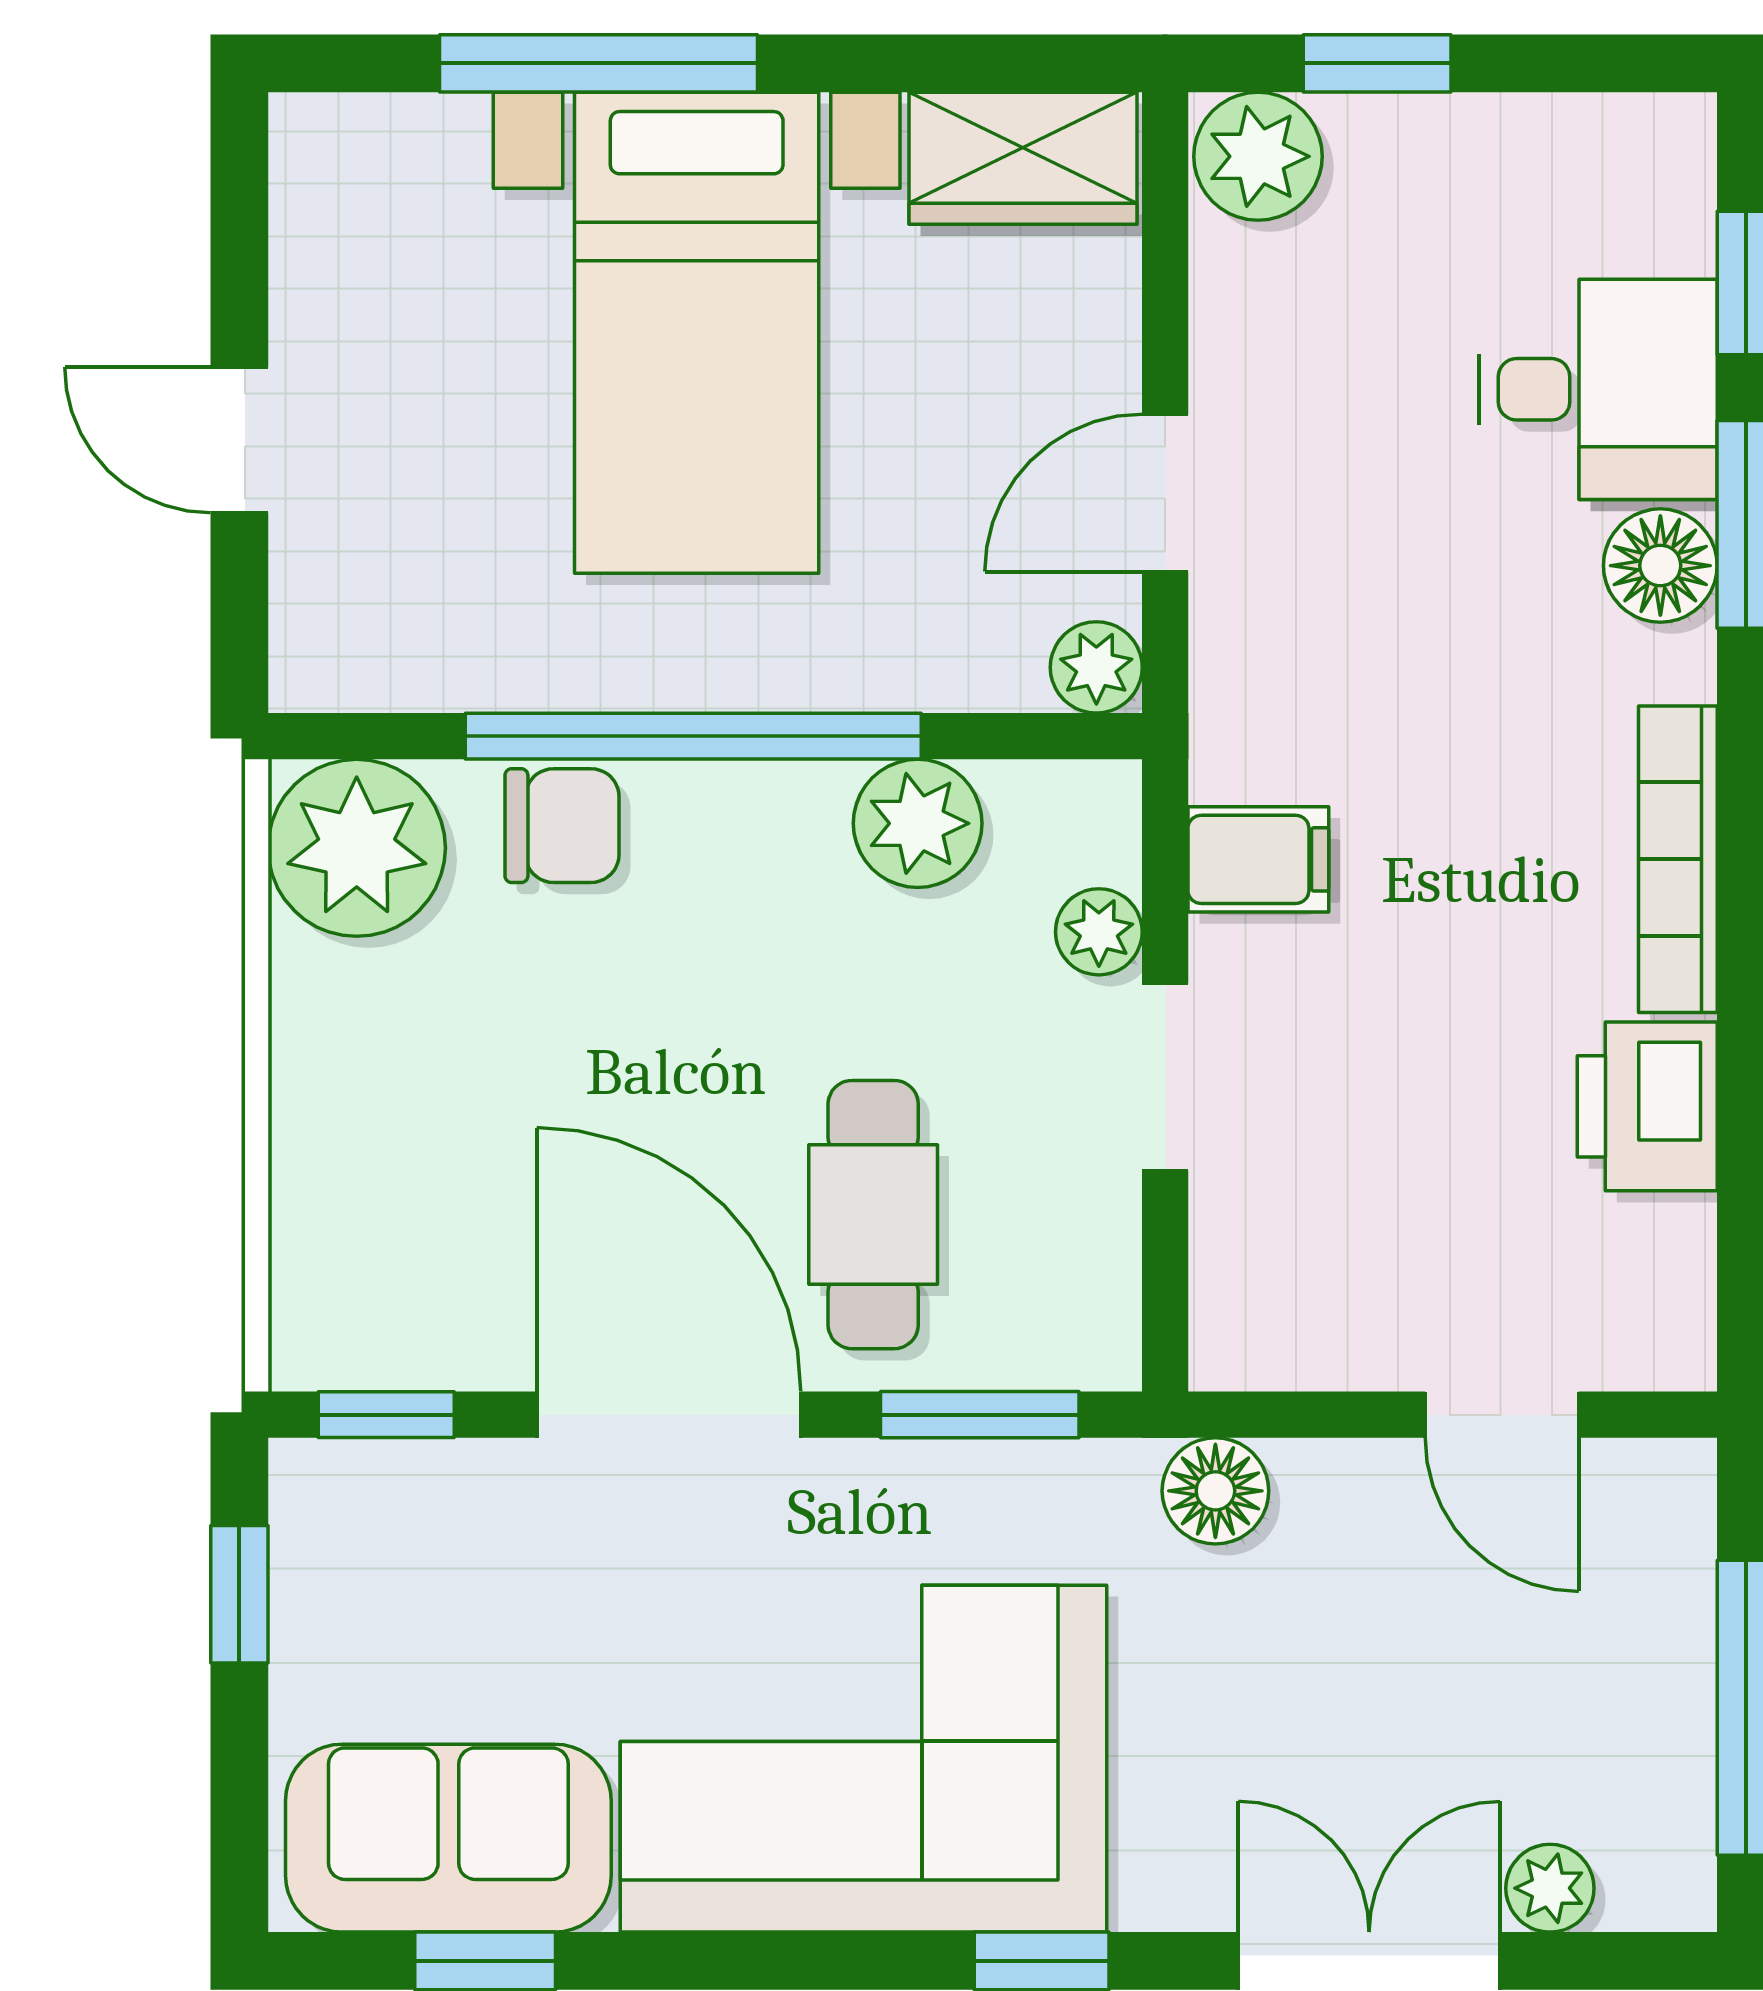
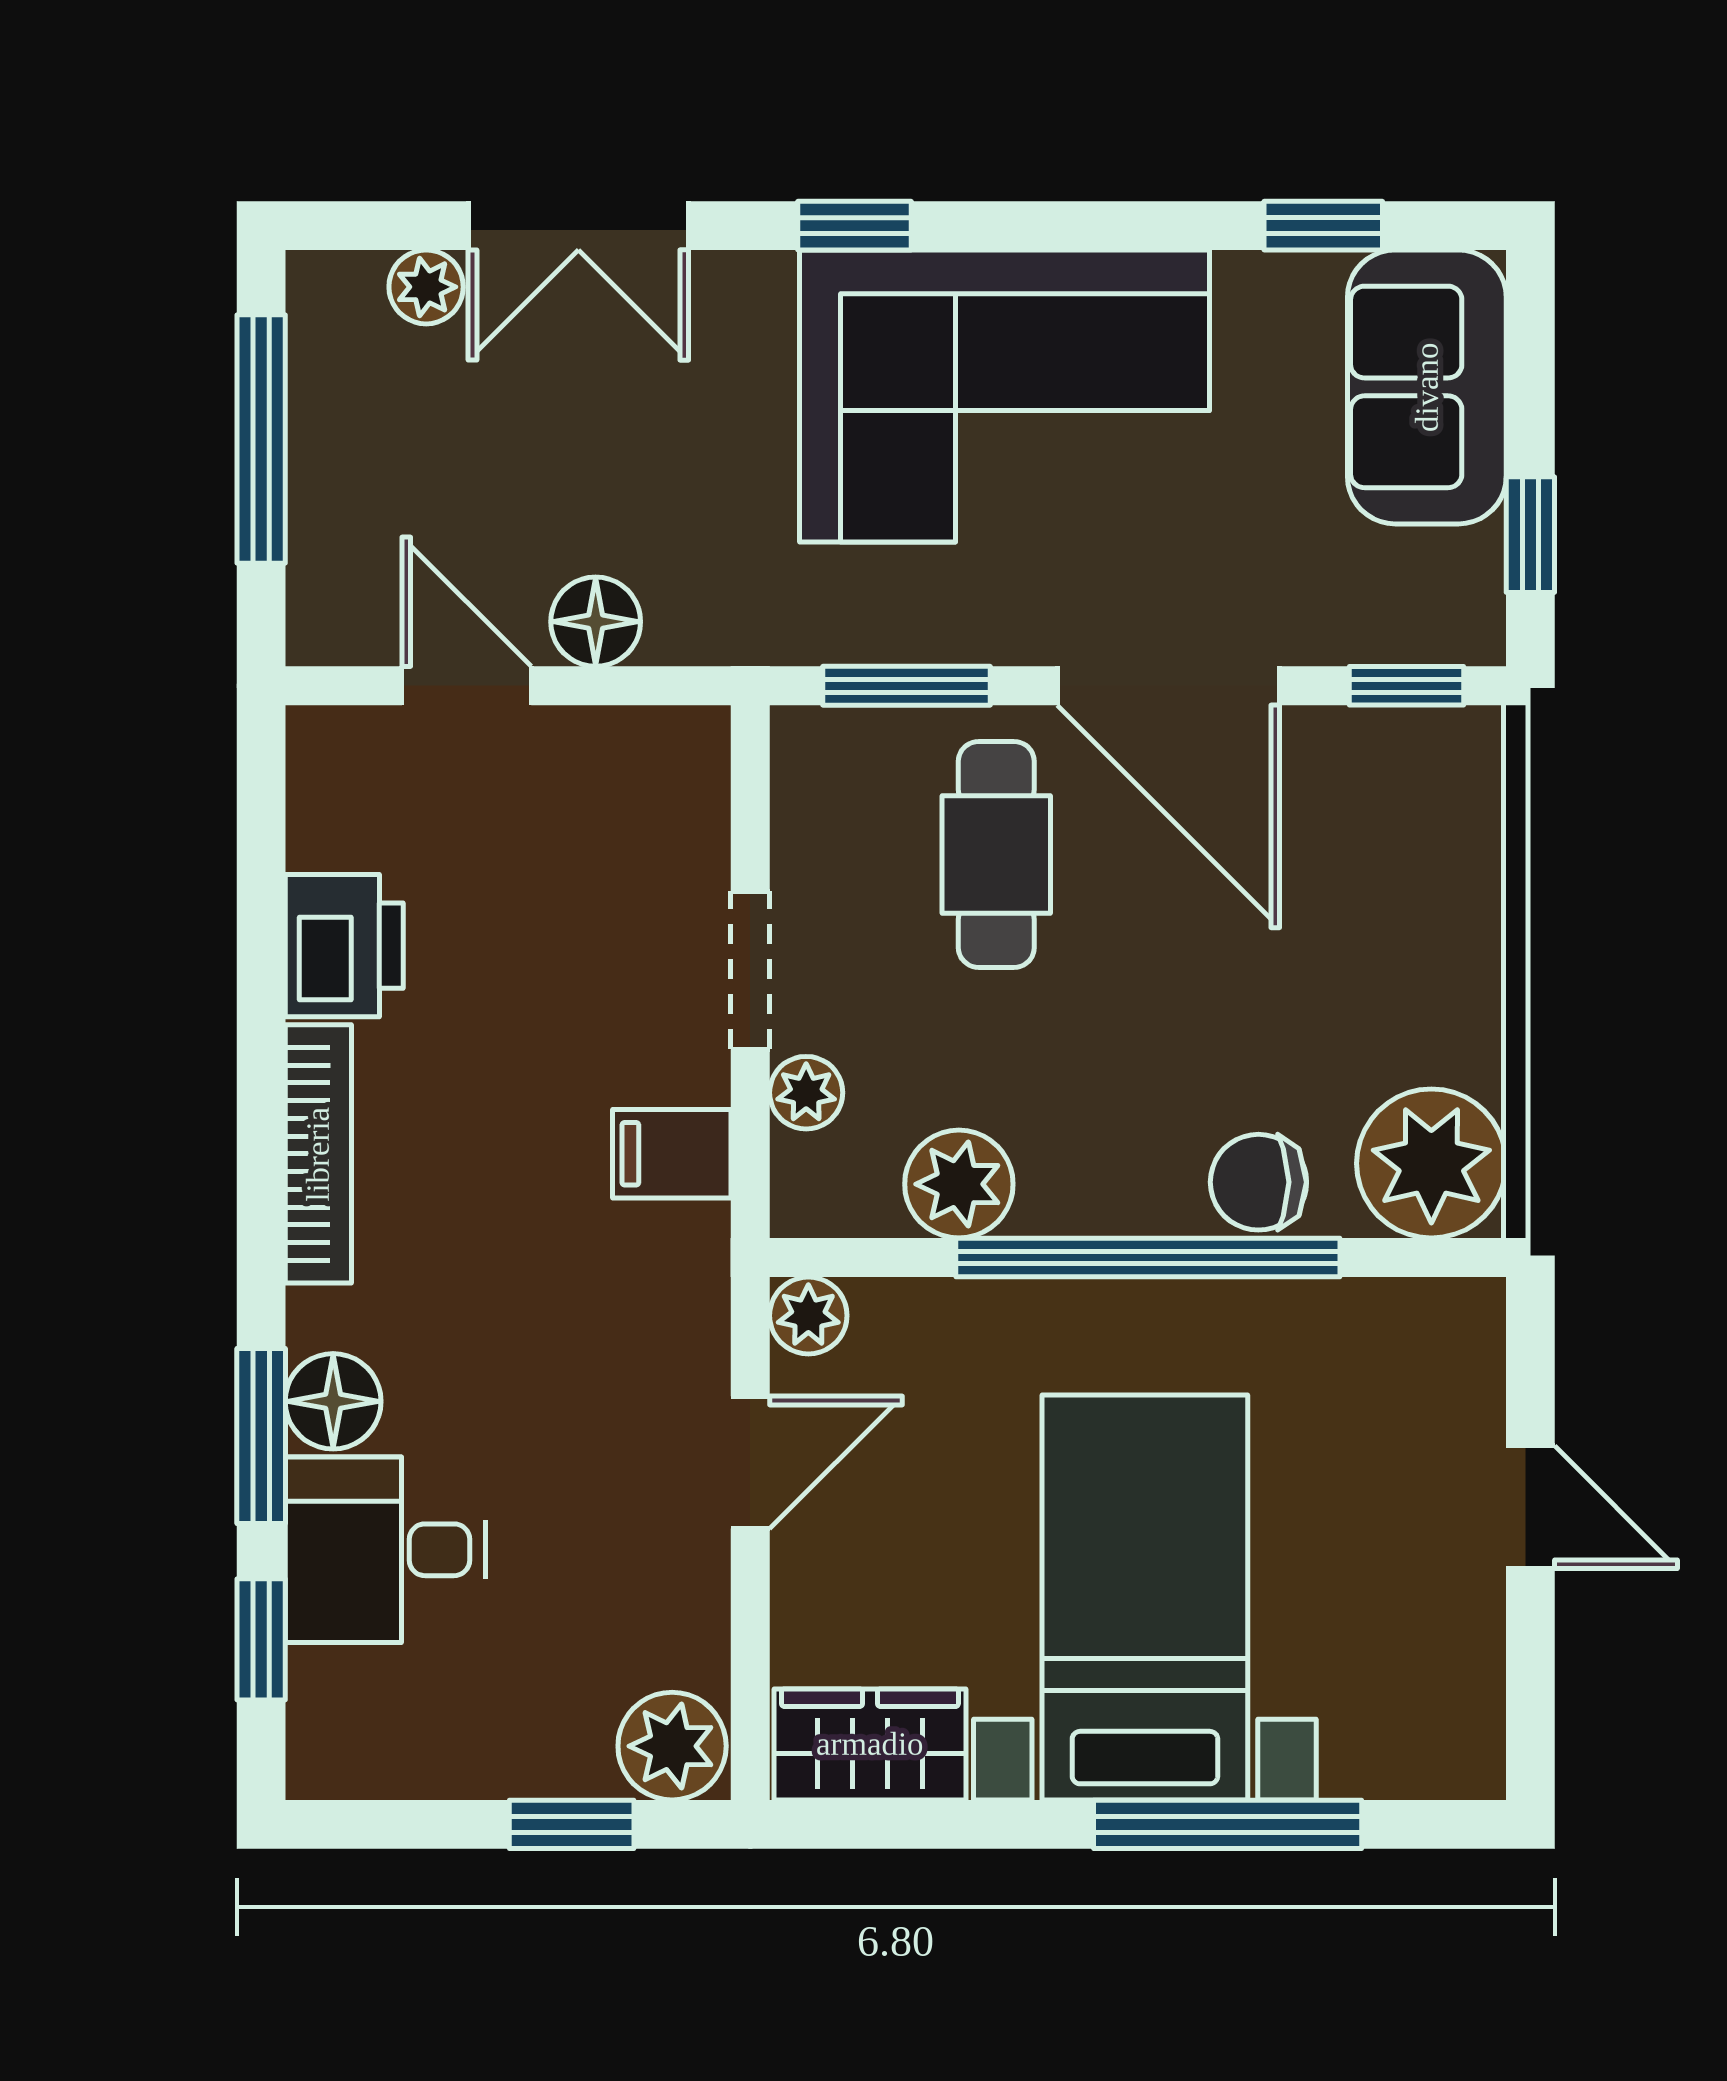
floor lamp: (1215, 1491) -> (596, 622), moved
sofa: (448, 1838) -> (1427, 387), moved, turned 90

